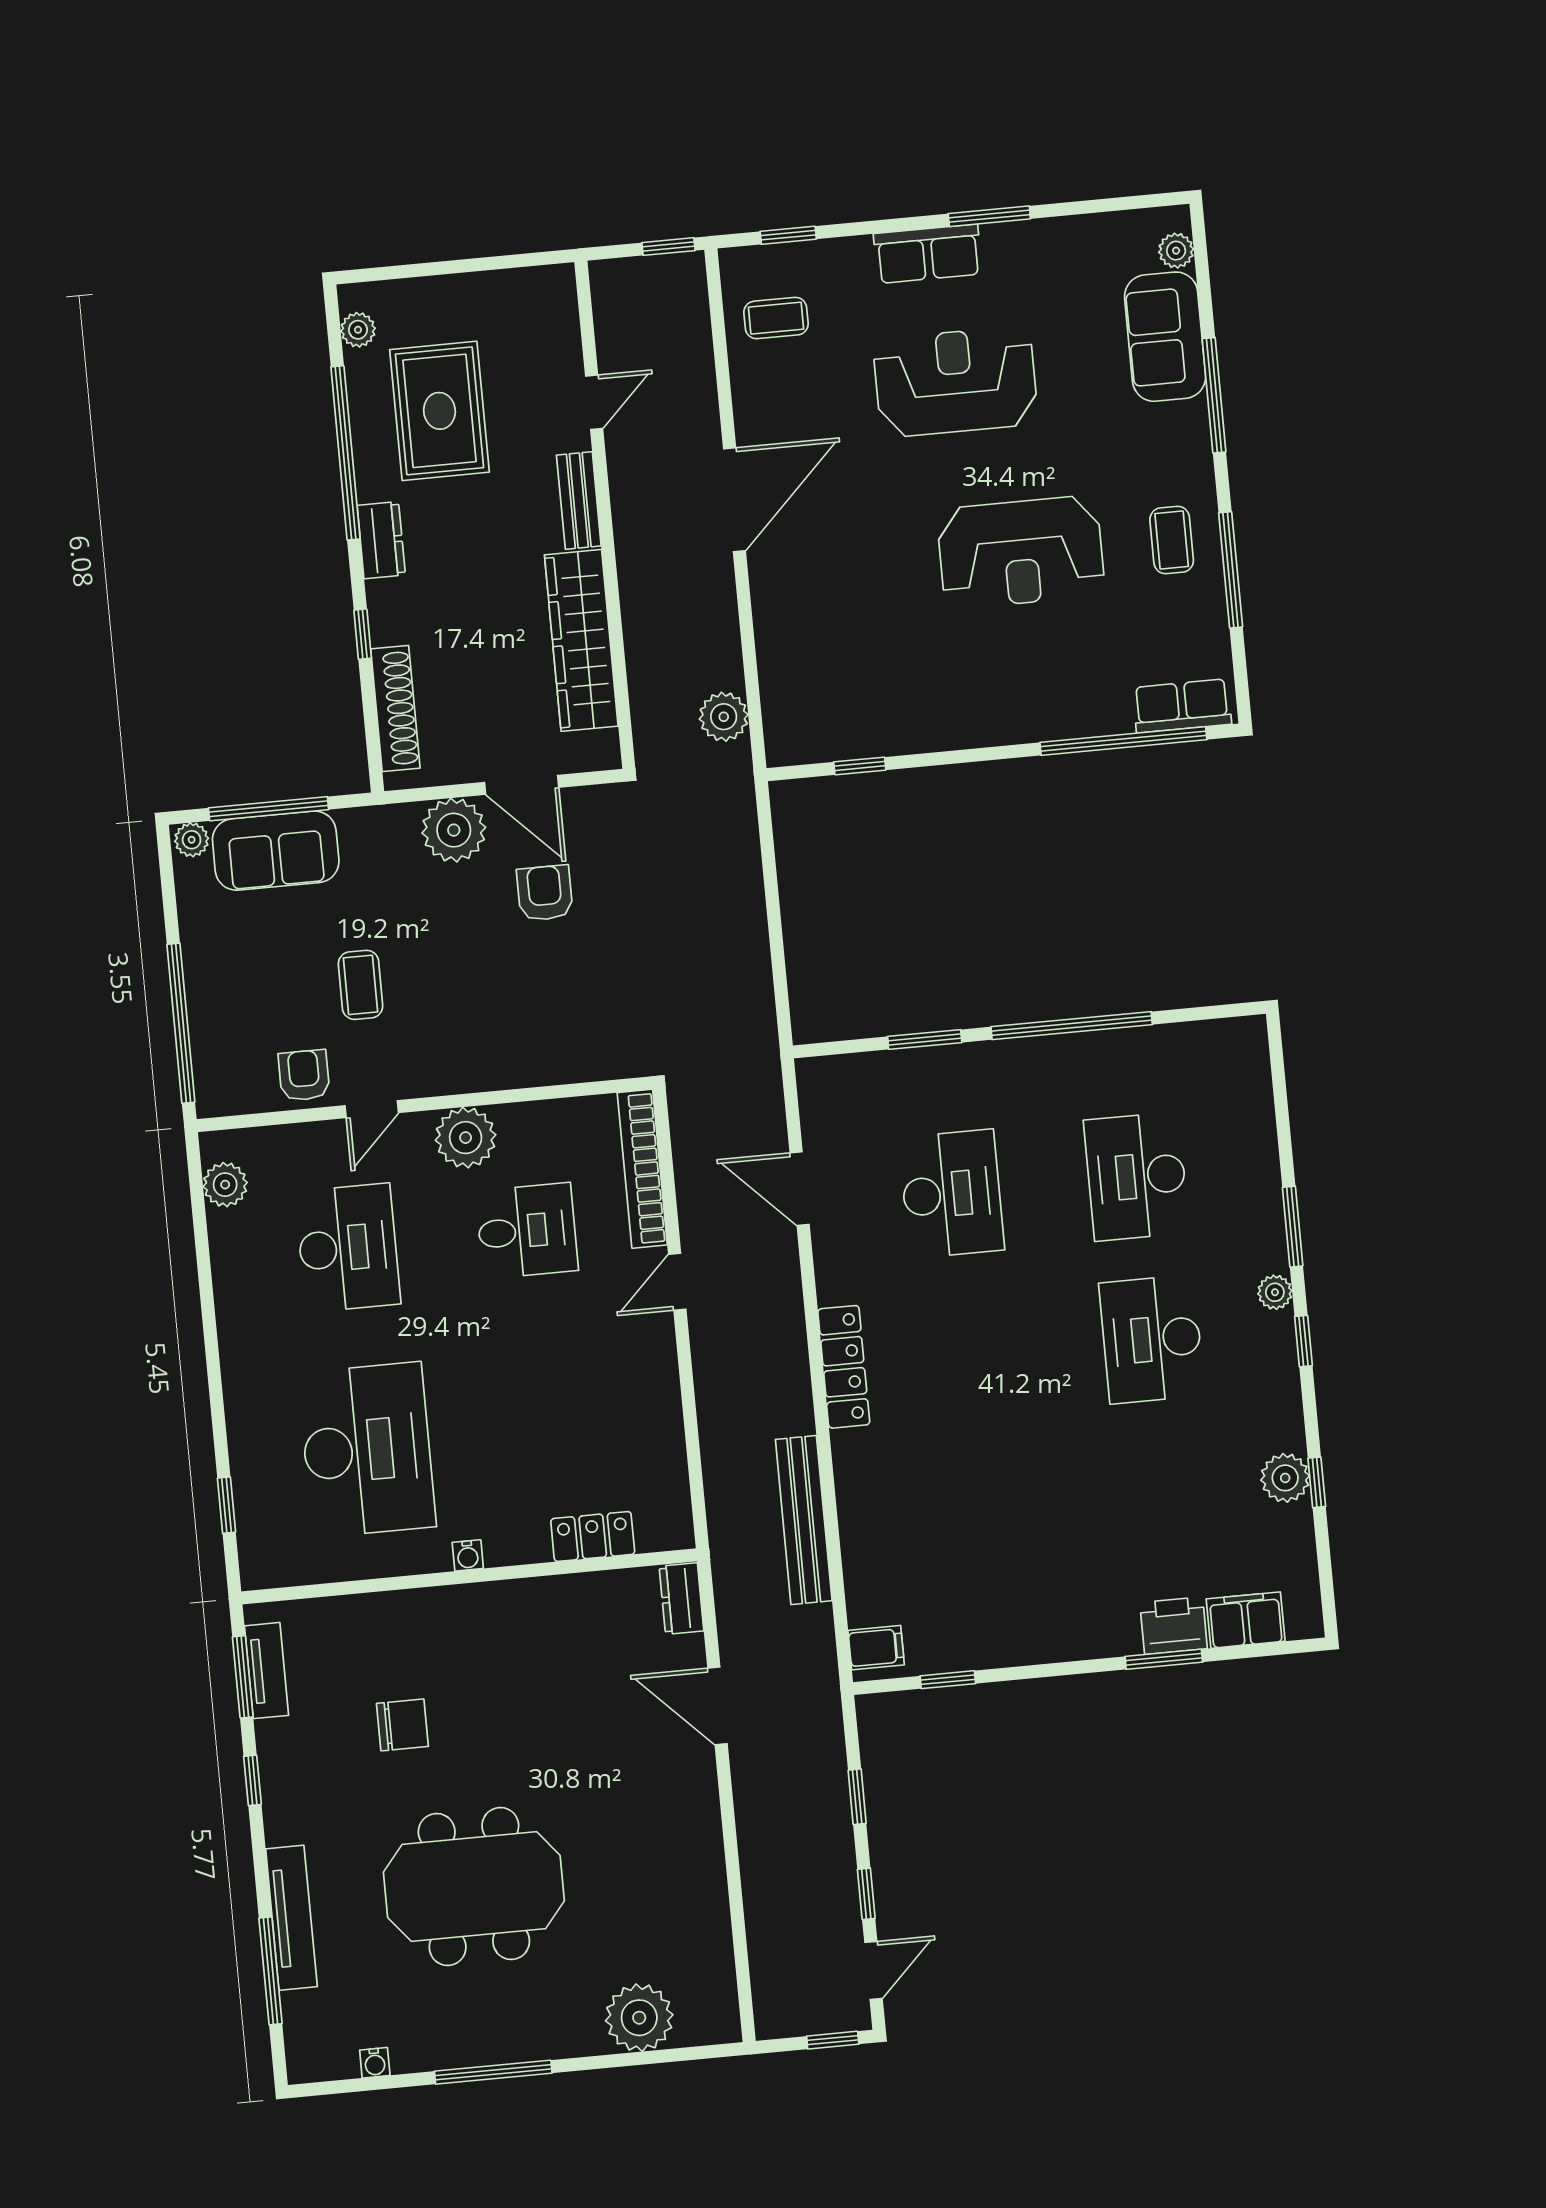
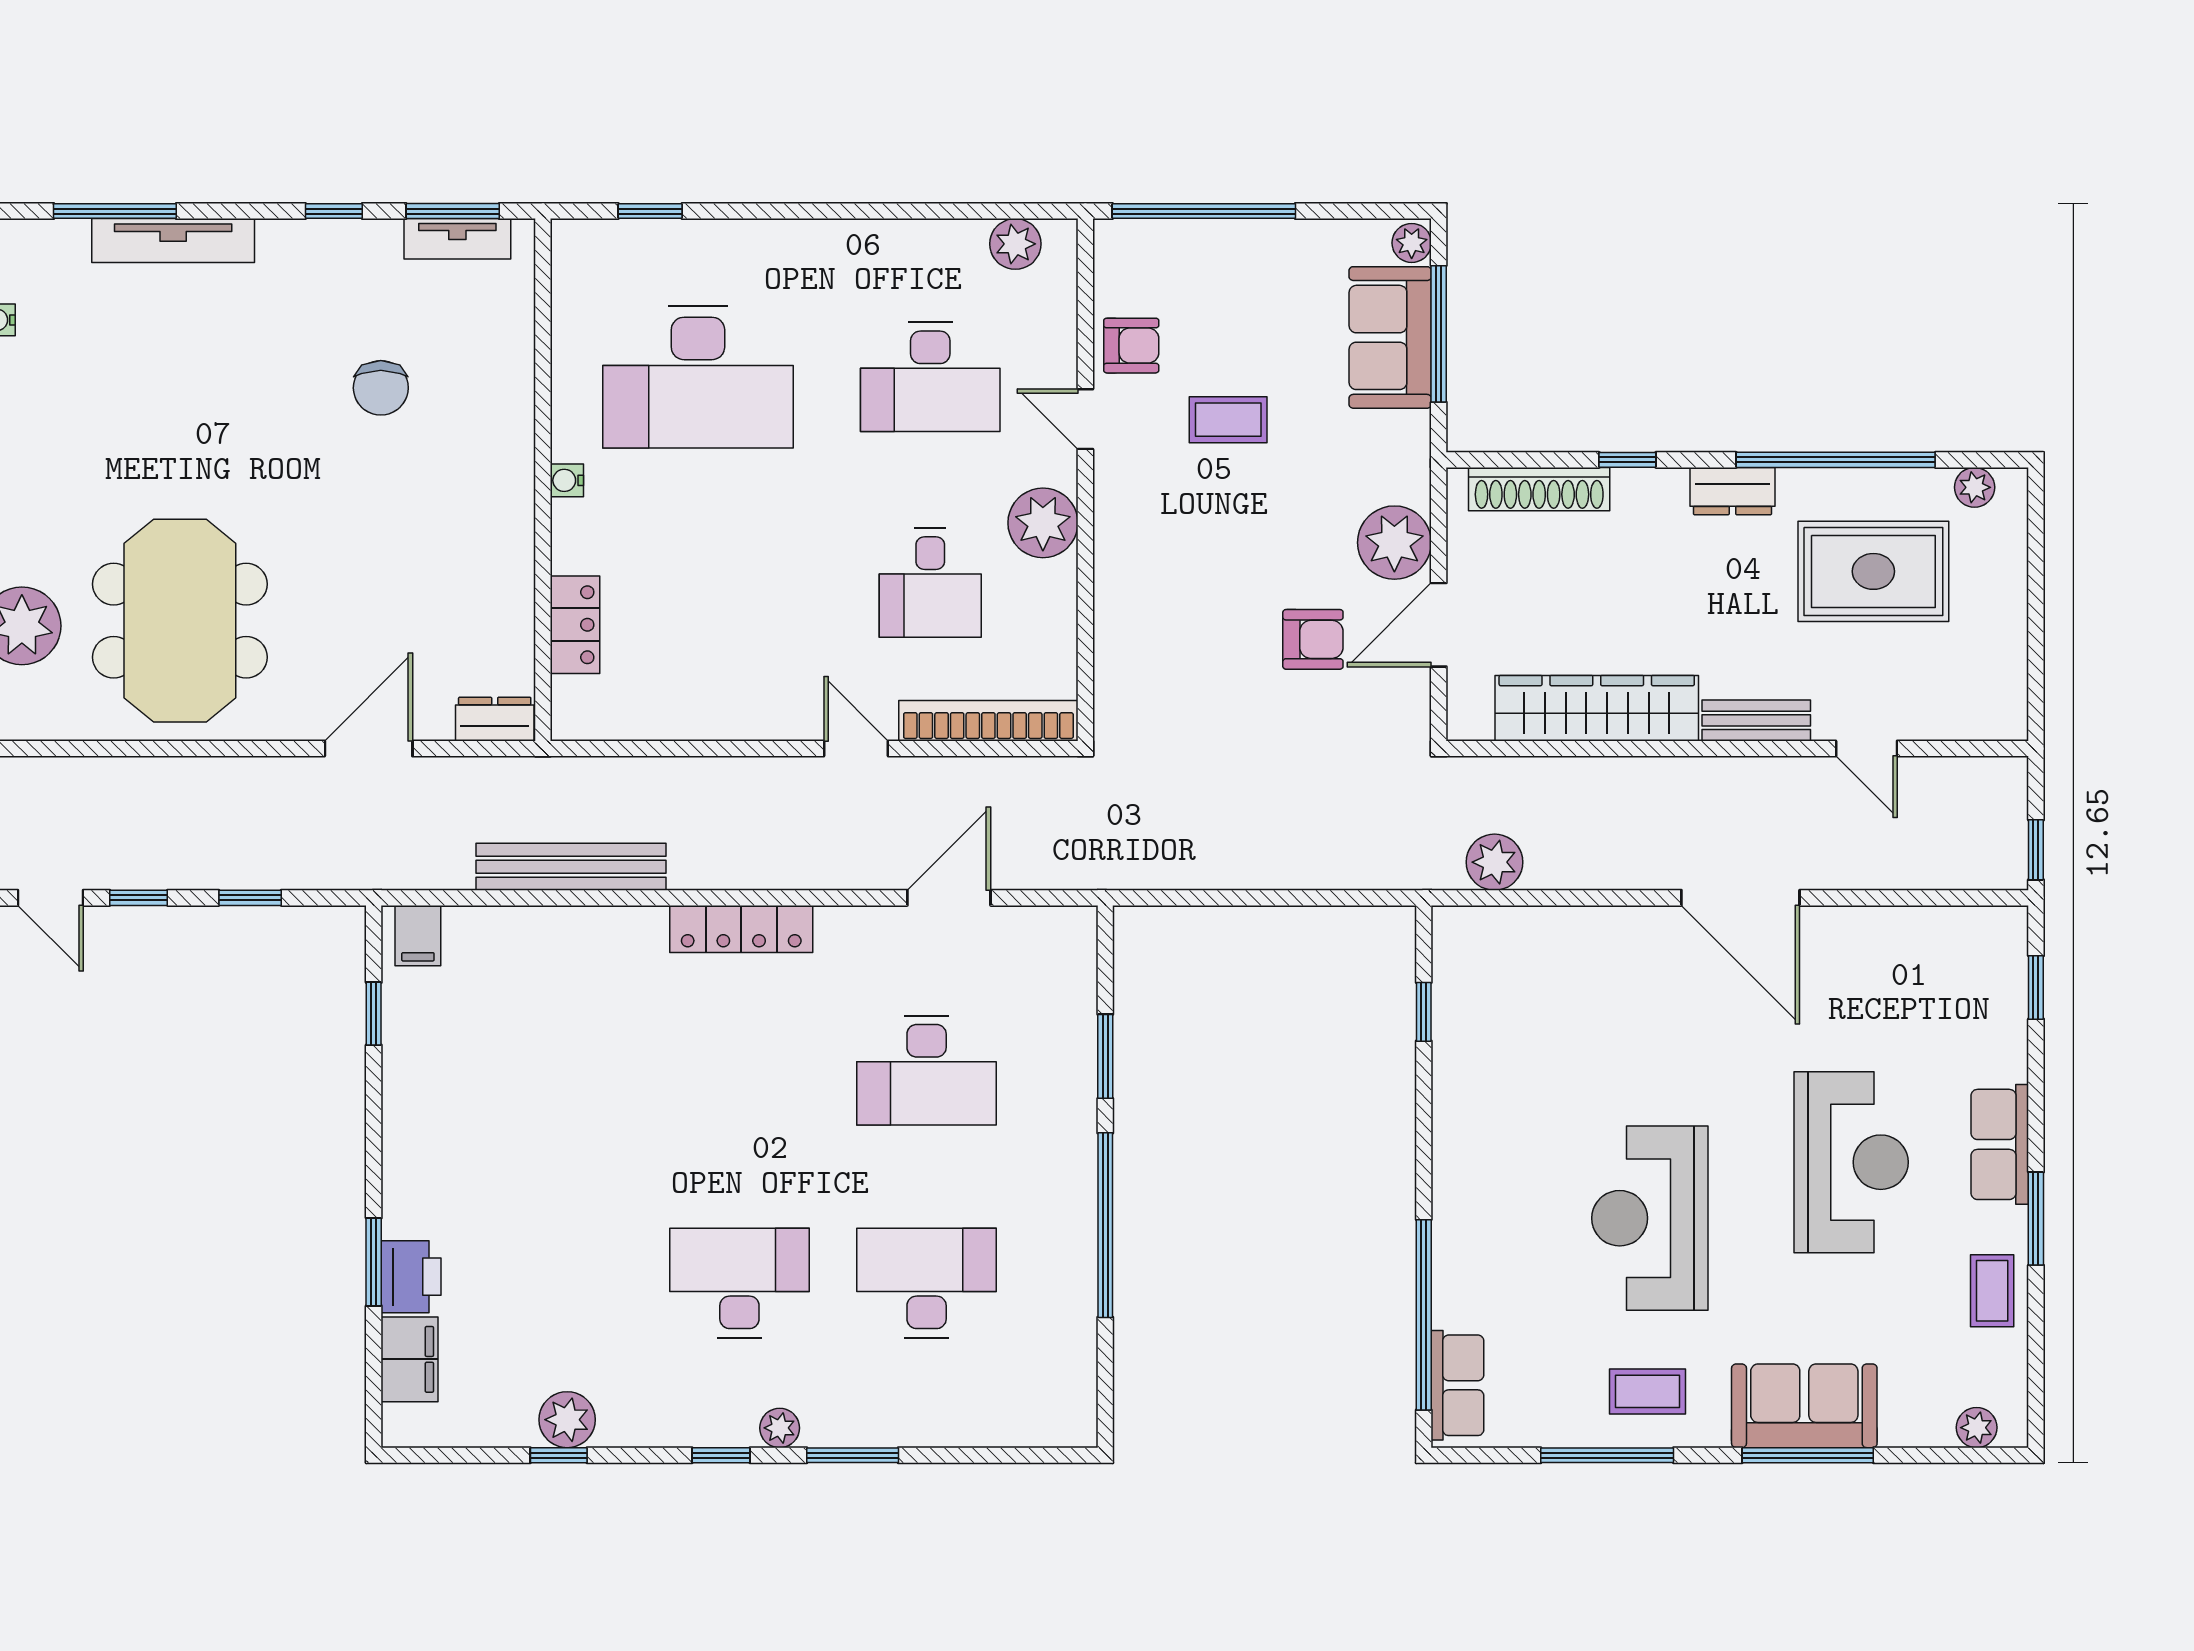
coffee table: (776, 318) -> (1992, 1291), moved
sofa: (1165, 337) -> (1804, 1406), moved
meeting table: (474, 1887) -> (180, 621), moved

